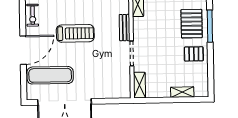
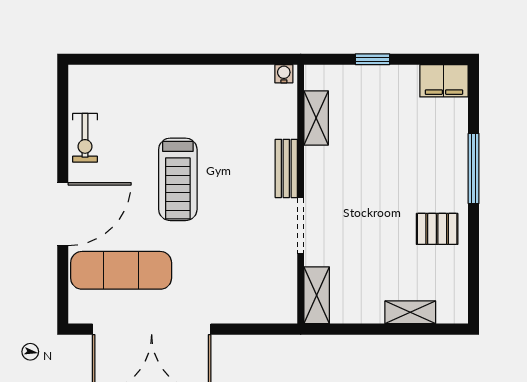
pallet: (192, 24) -> (433, 162), removed
treadmill: (75, 33) -> (178, 179), turned 90

